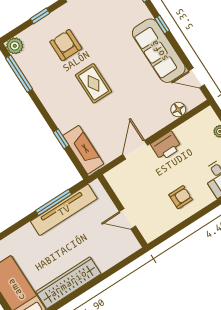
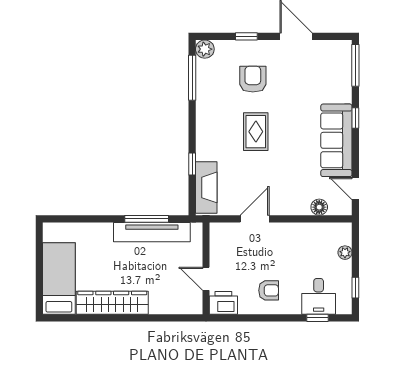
printer: (166, 146) -> (223, 303), moved, turned 180

